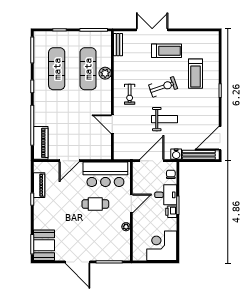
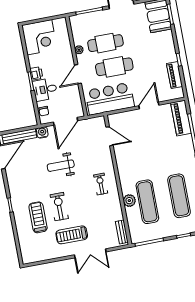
exercise bike: (163, 87) -> (59, 207), moved, turned 109
door: (112, 124) -> (109, 136), moved
cafe table: (95, 204) -> (114, 67), width x1.37, depth x1.35
cafe table: (100, 228) -> (105, 43), added

